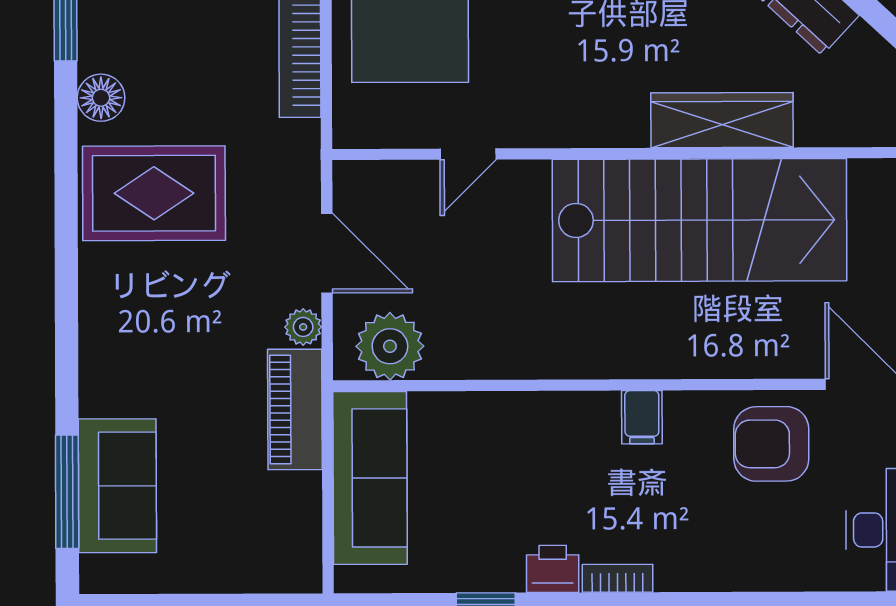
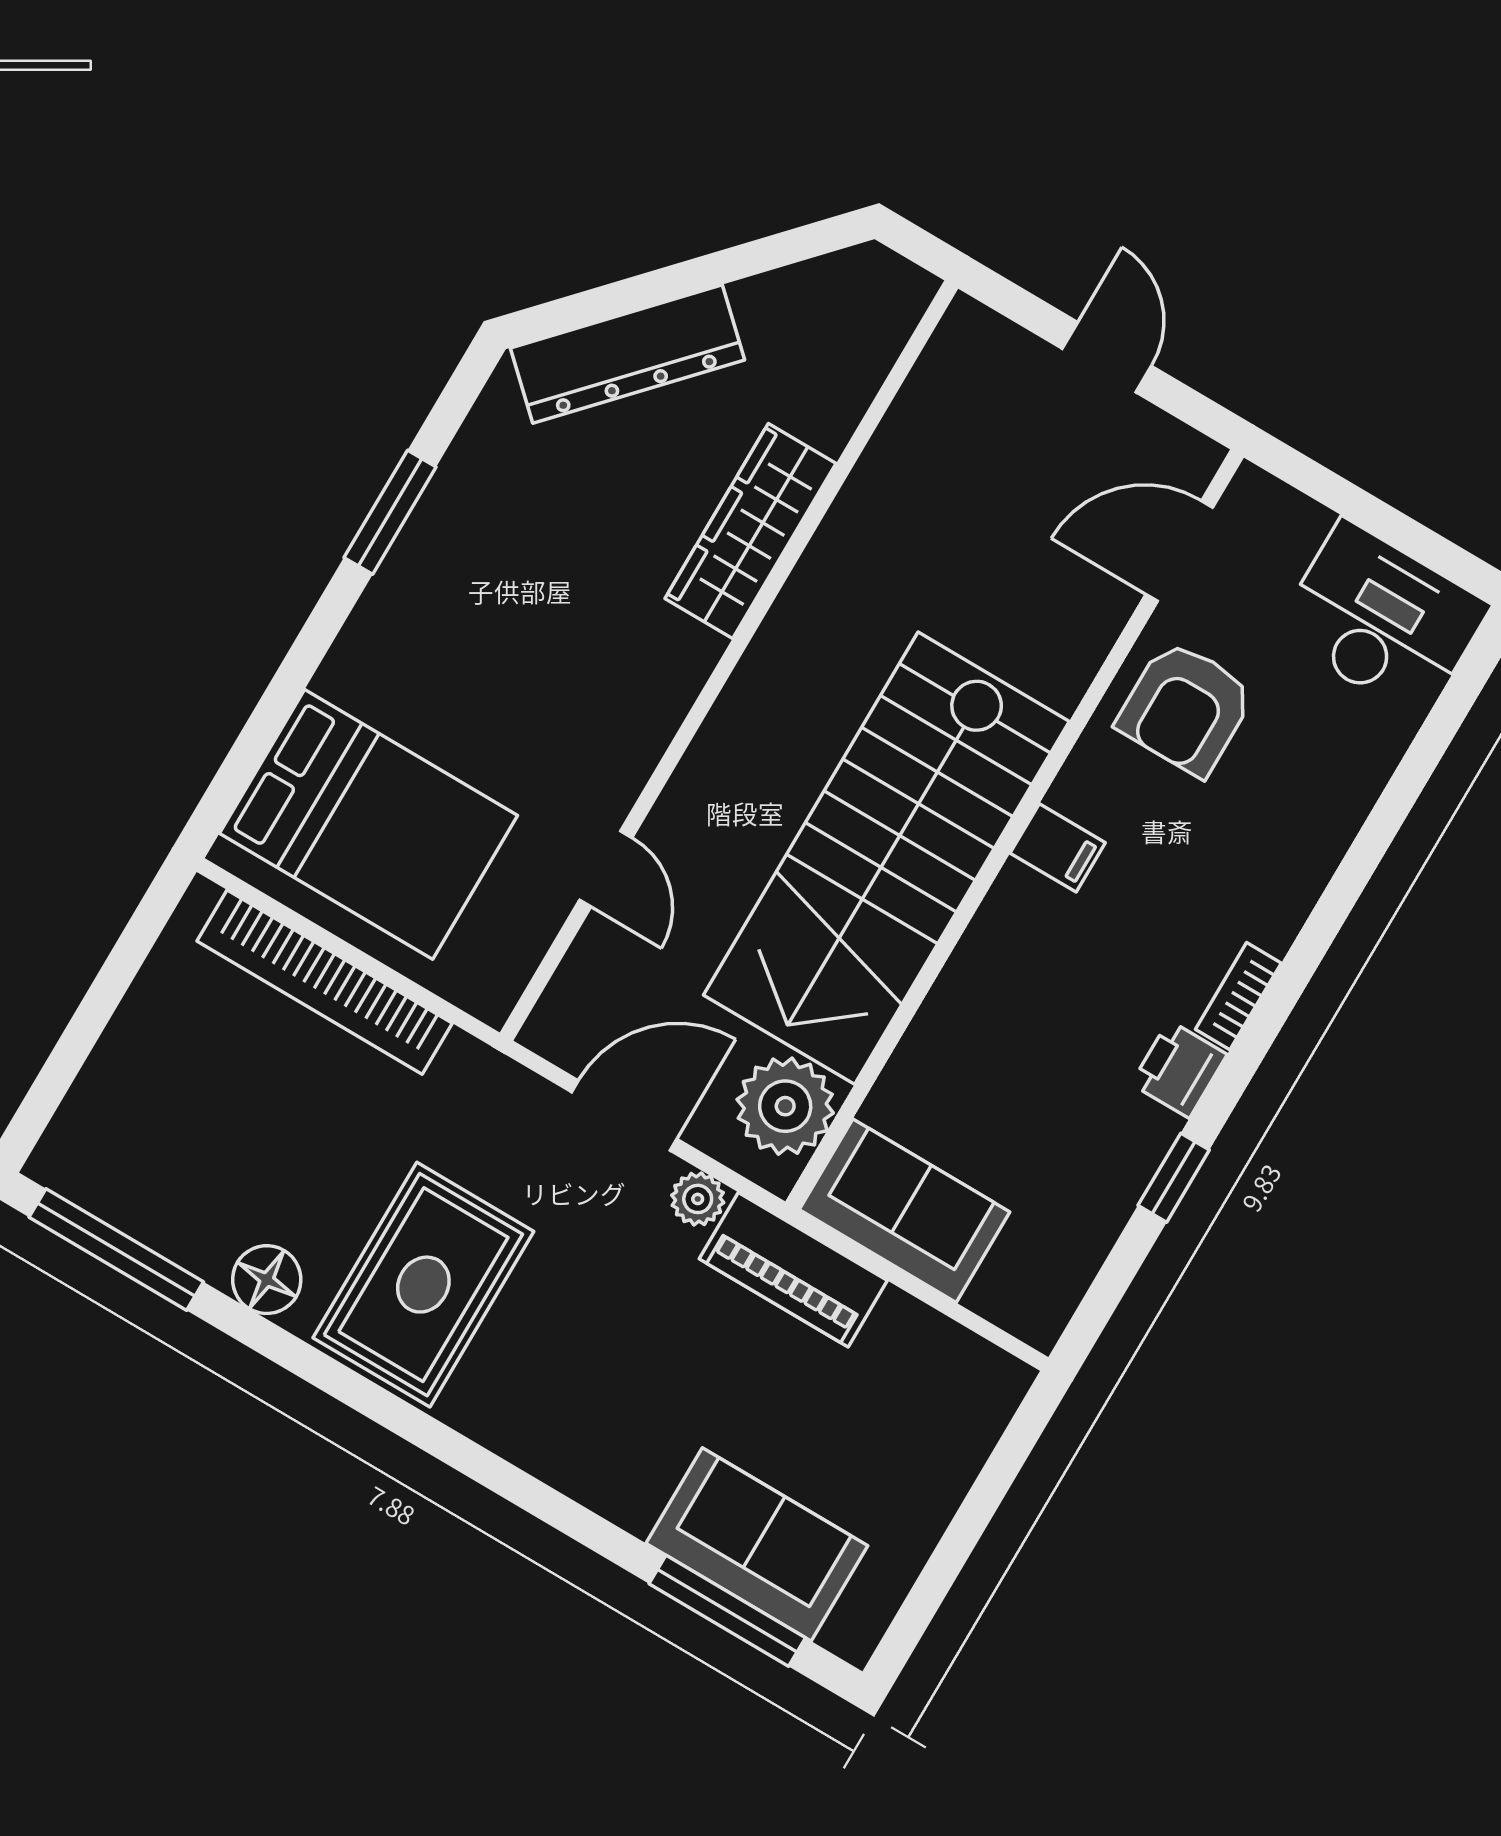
stairs: (700, 220) -> (886, 858), moved, turned 180
sofa: (370, 478) -> (904, 1211), width x0.73

